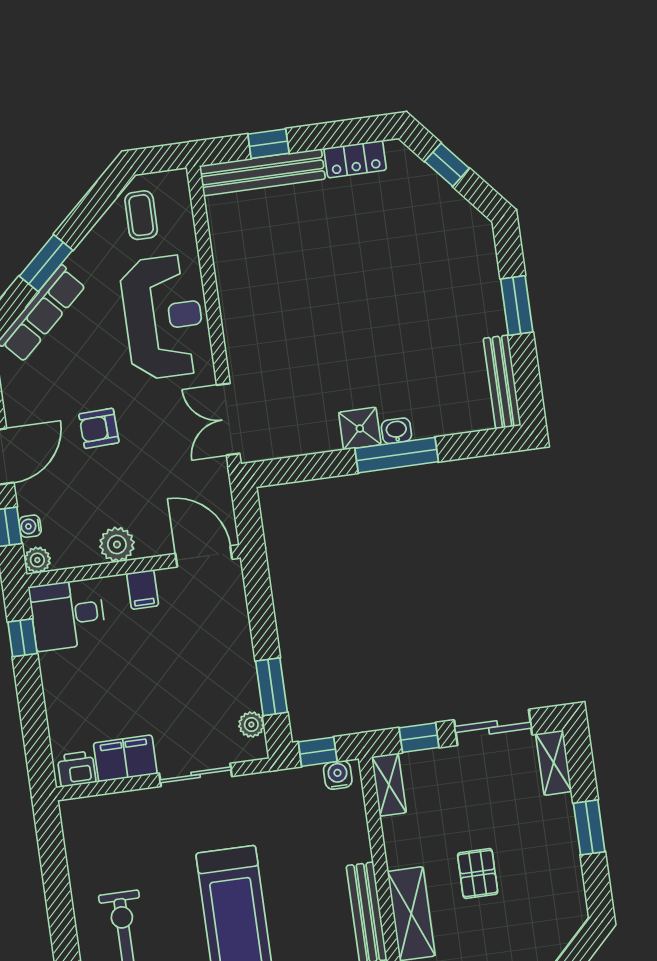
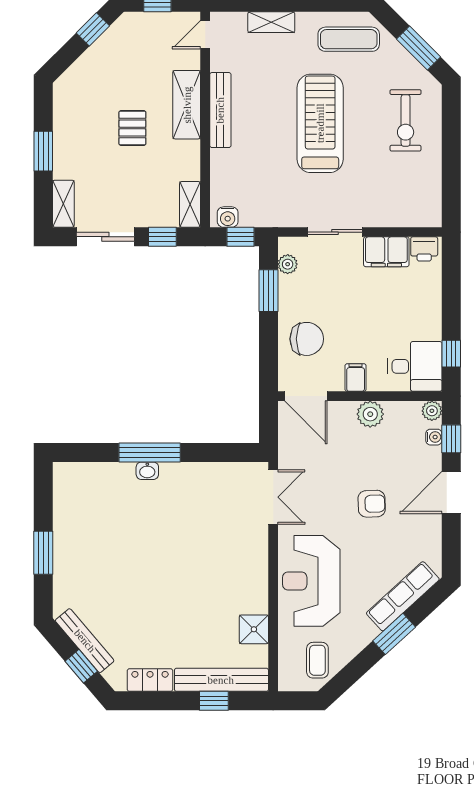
bench: (502, 382) -> (85, 641), moved, turned -40
shower: (360, 429) -> (254, 629), moved
chair: (213, 631) -> (307, 339), added

